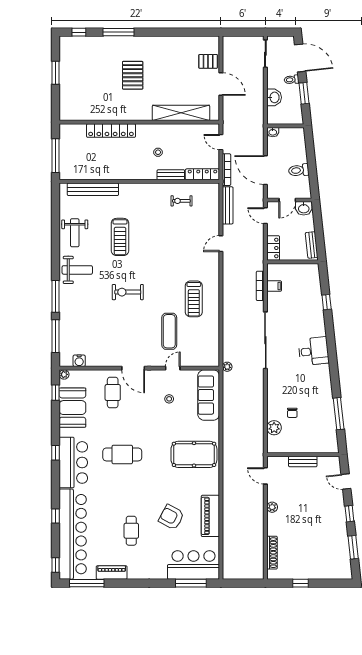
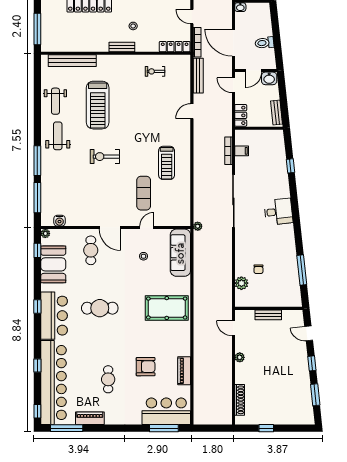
bench: (171, 175) -> (122, 47), moved
treadmill: (120, 237) -> (98, 105), width x1.37, depth x1.38
weight bench: (77, 270) -> (58, 136), turned -90
piano: (210, 516) -> (184, 371), width x0.73, depth x0.75
armchair: (171, 517) -> (146, 367), turned 152

